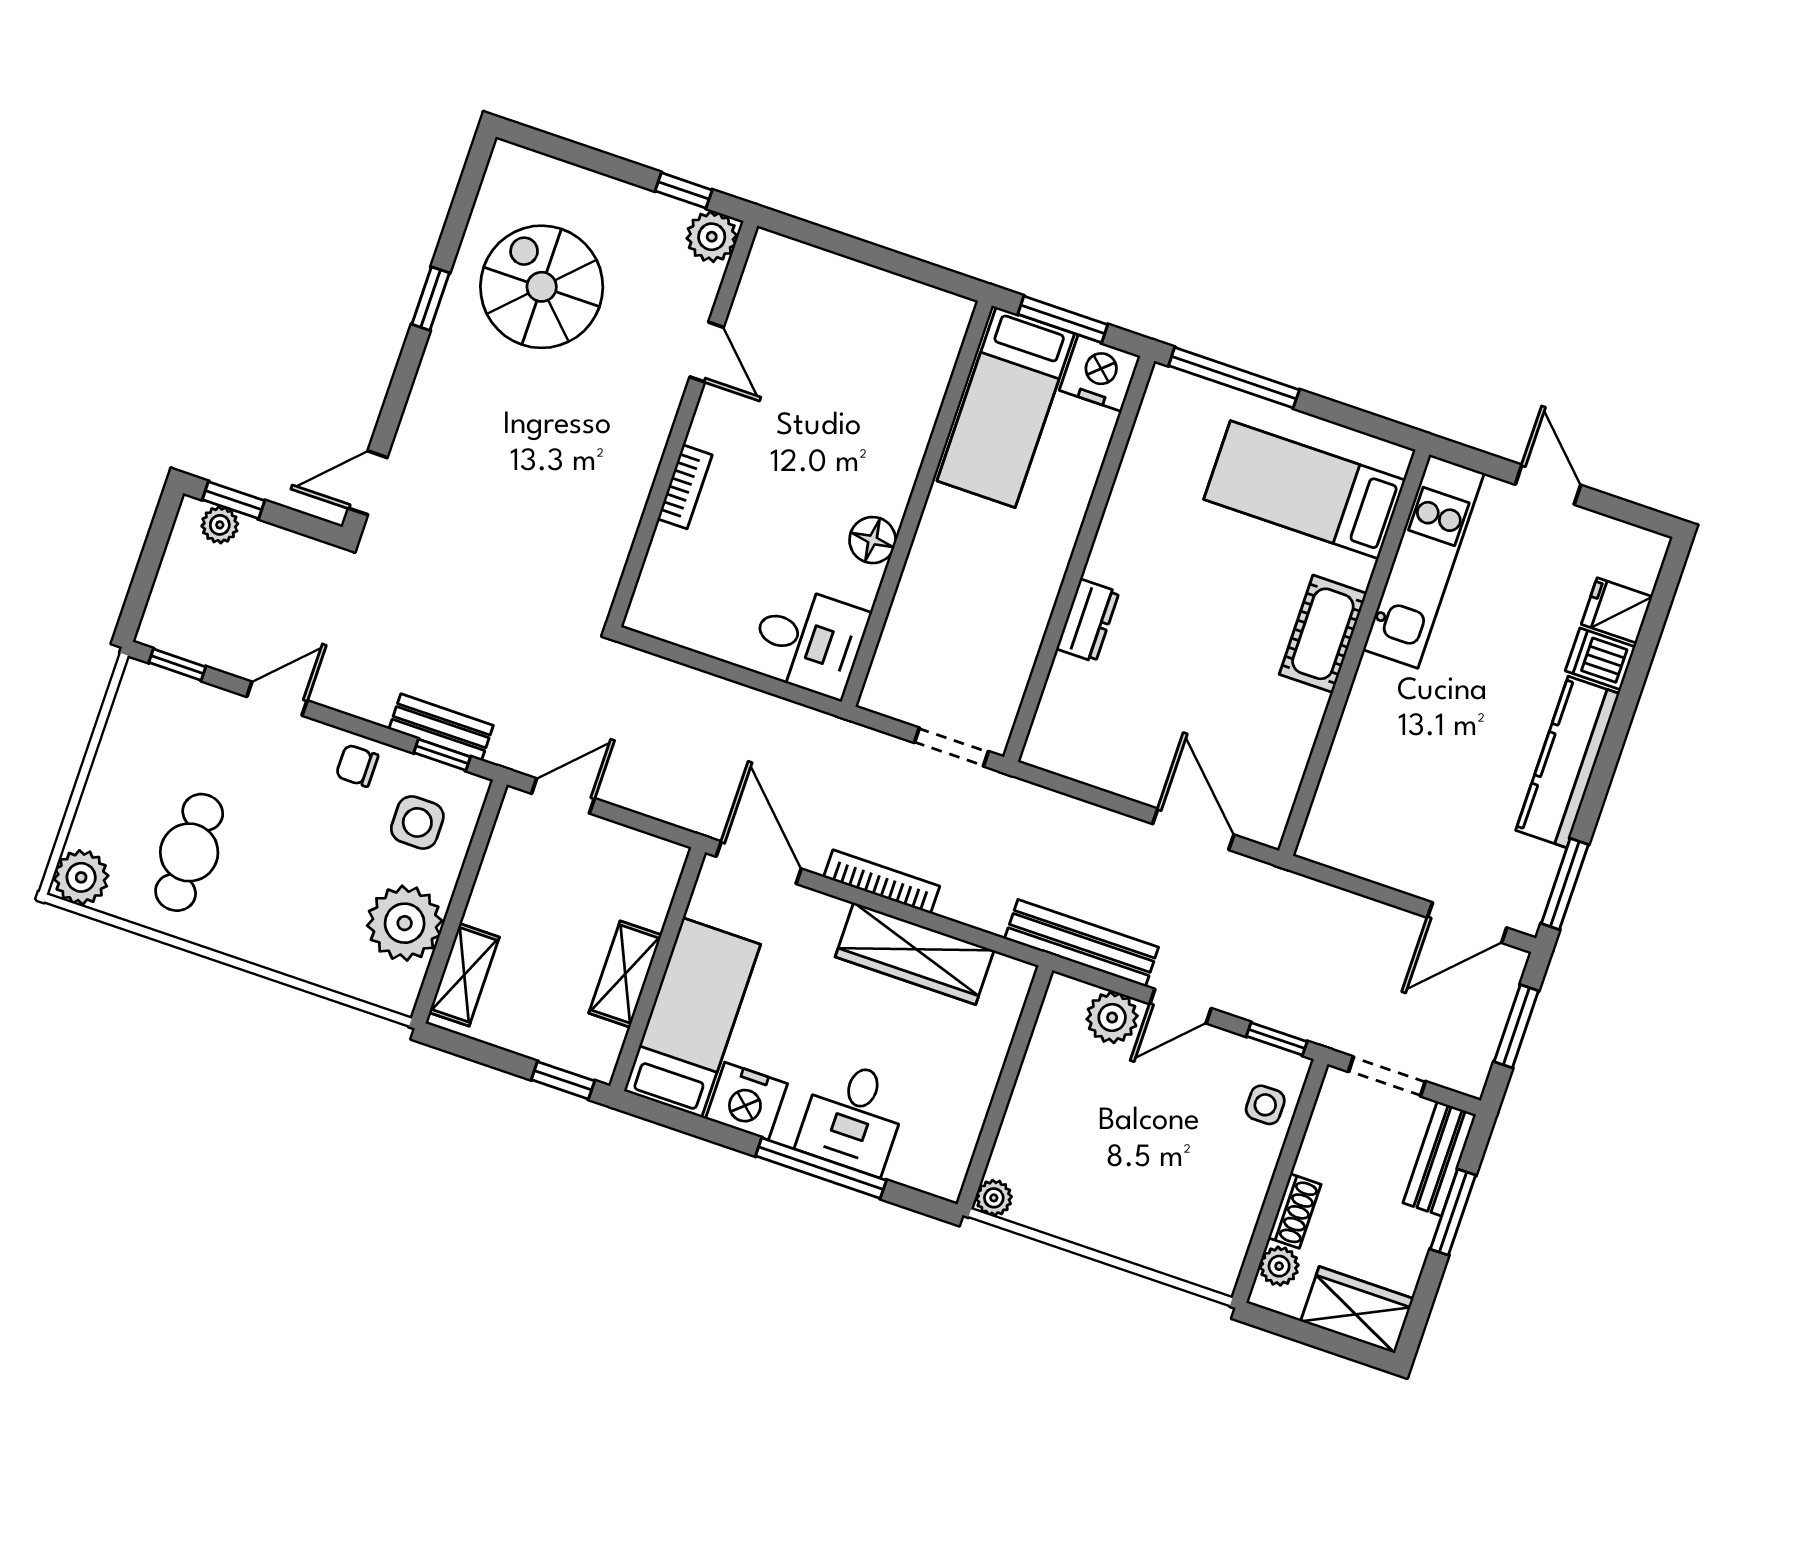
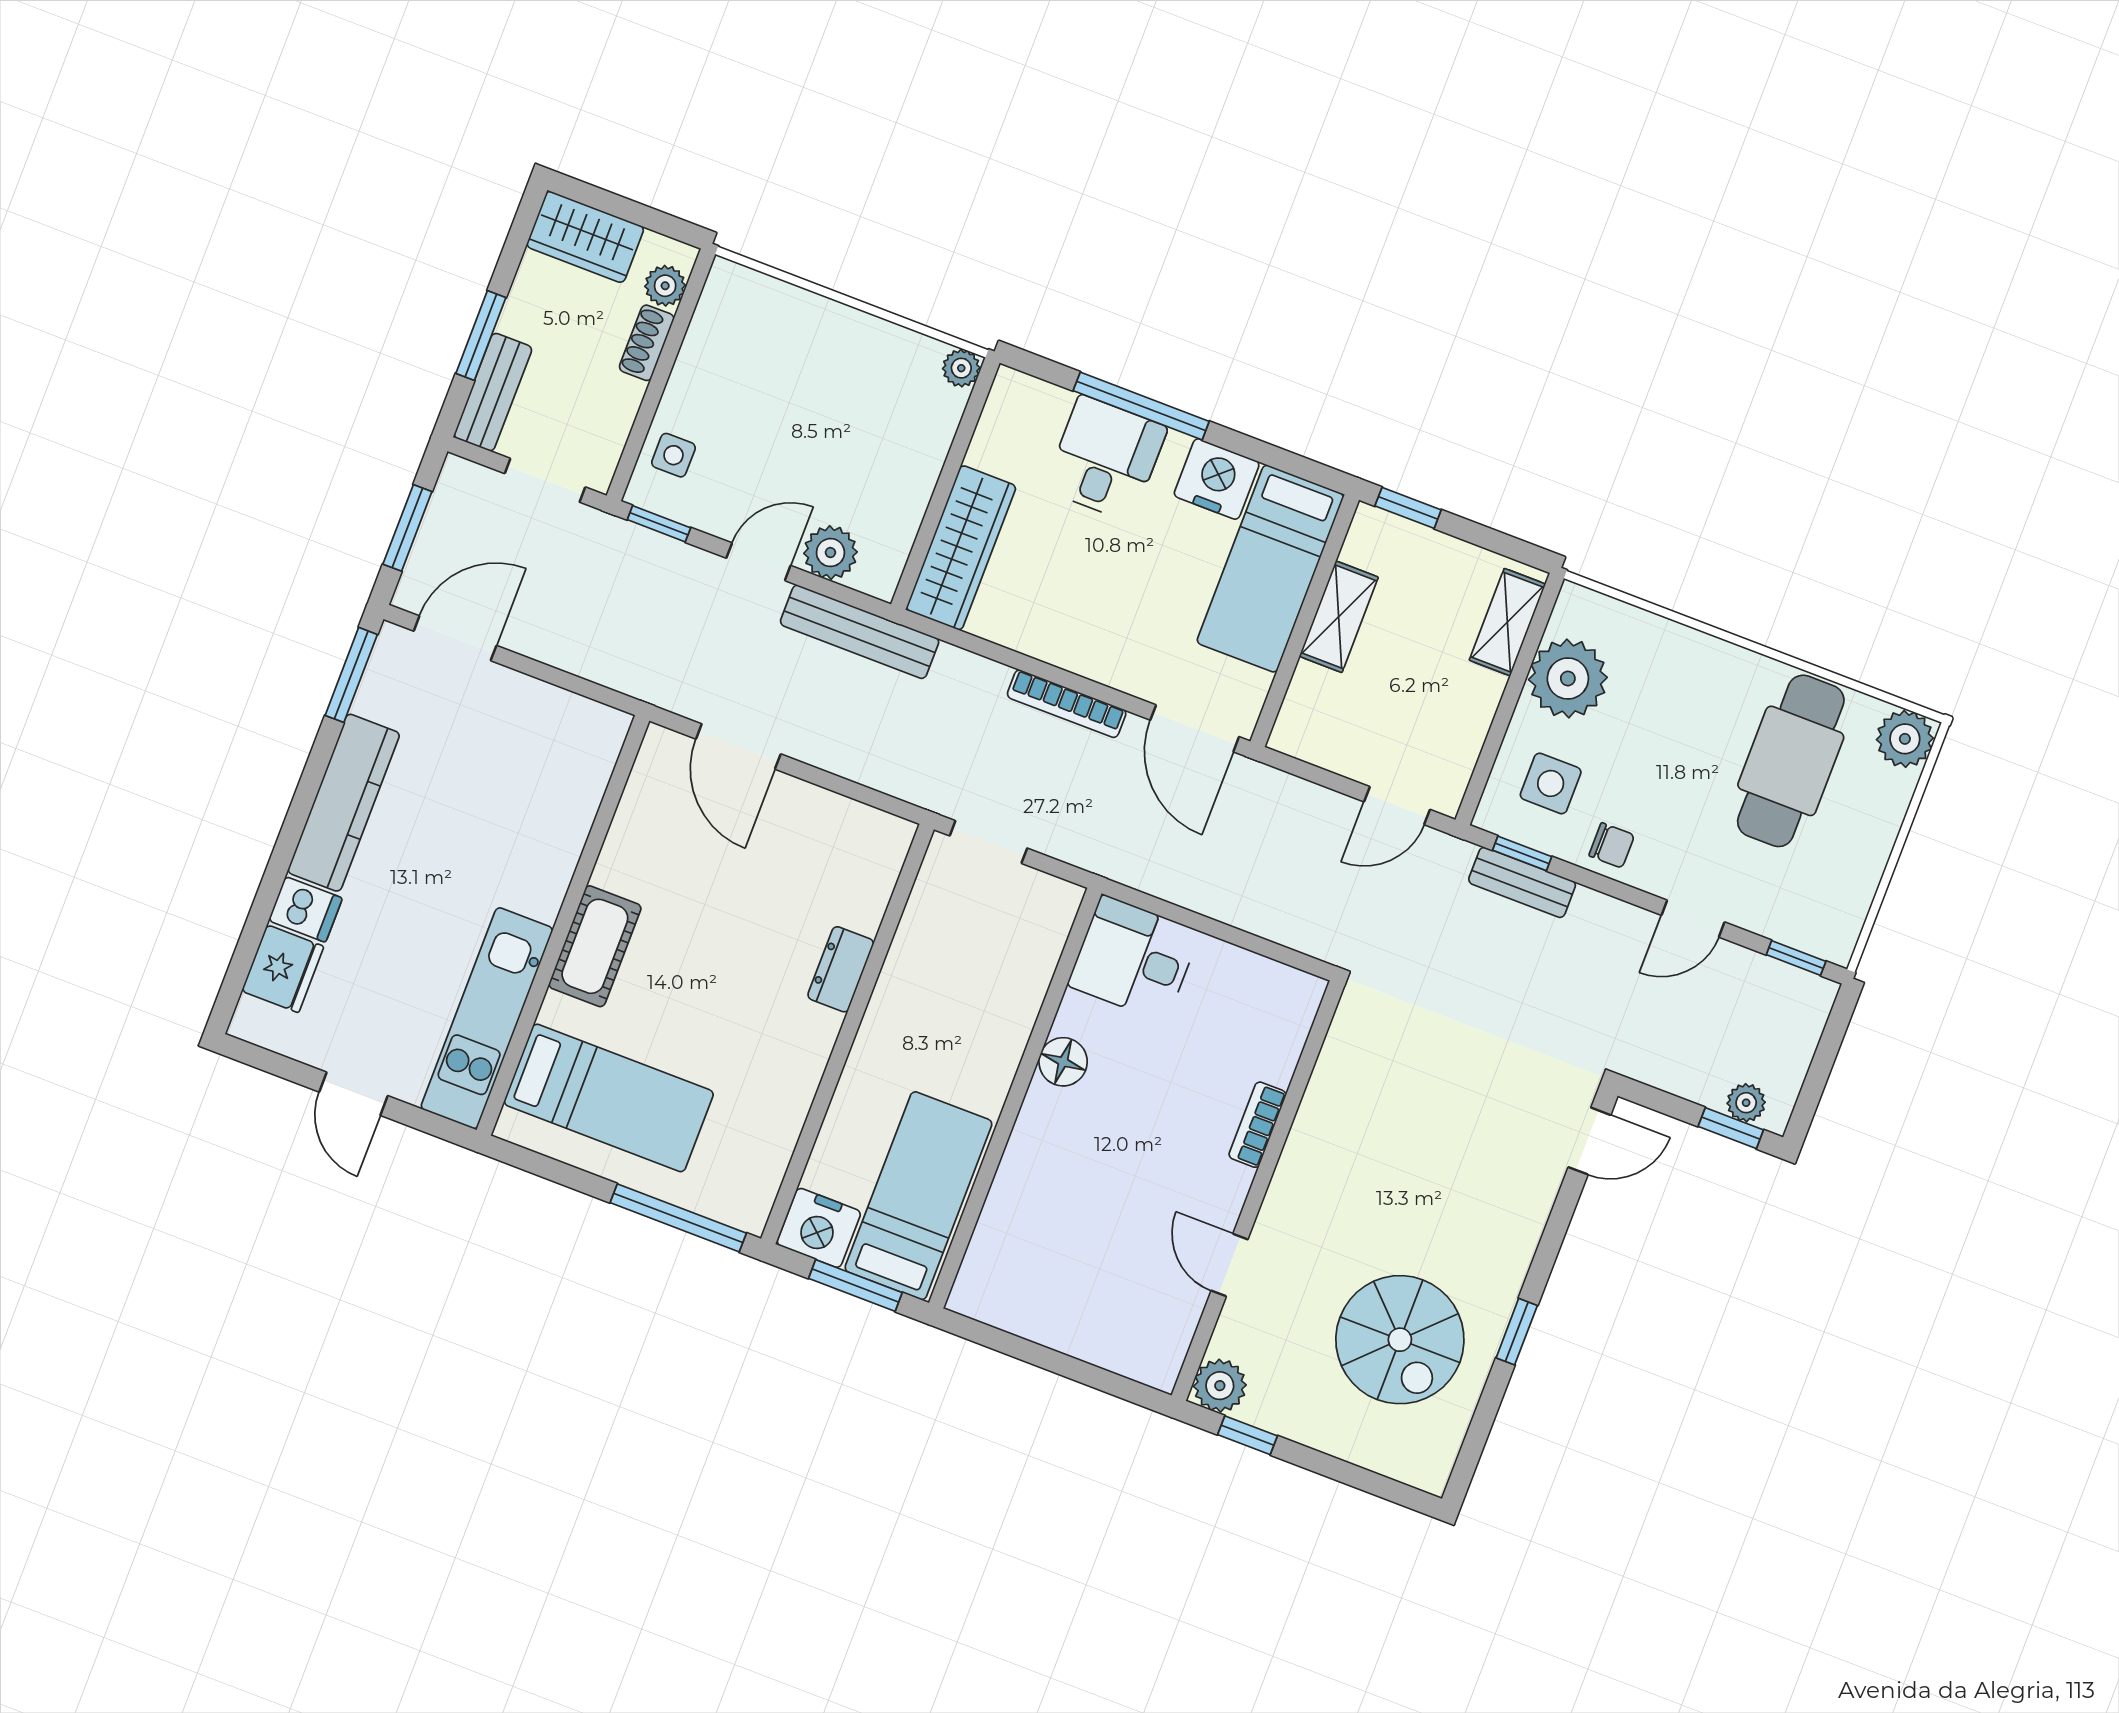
fridge: (1617, 610) -> (283, 969), width x1.38
cafe table: (189, 852) -> (1791, 761), width x1.37, depth x1.35
wardrobe: (915, 954) -> (961, 548), moved, turned 90

